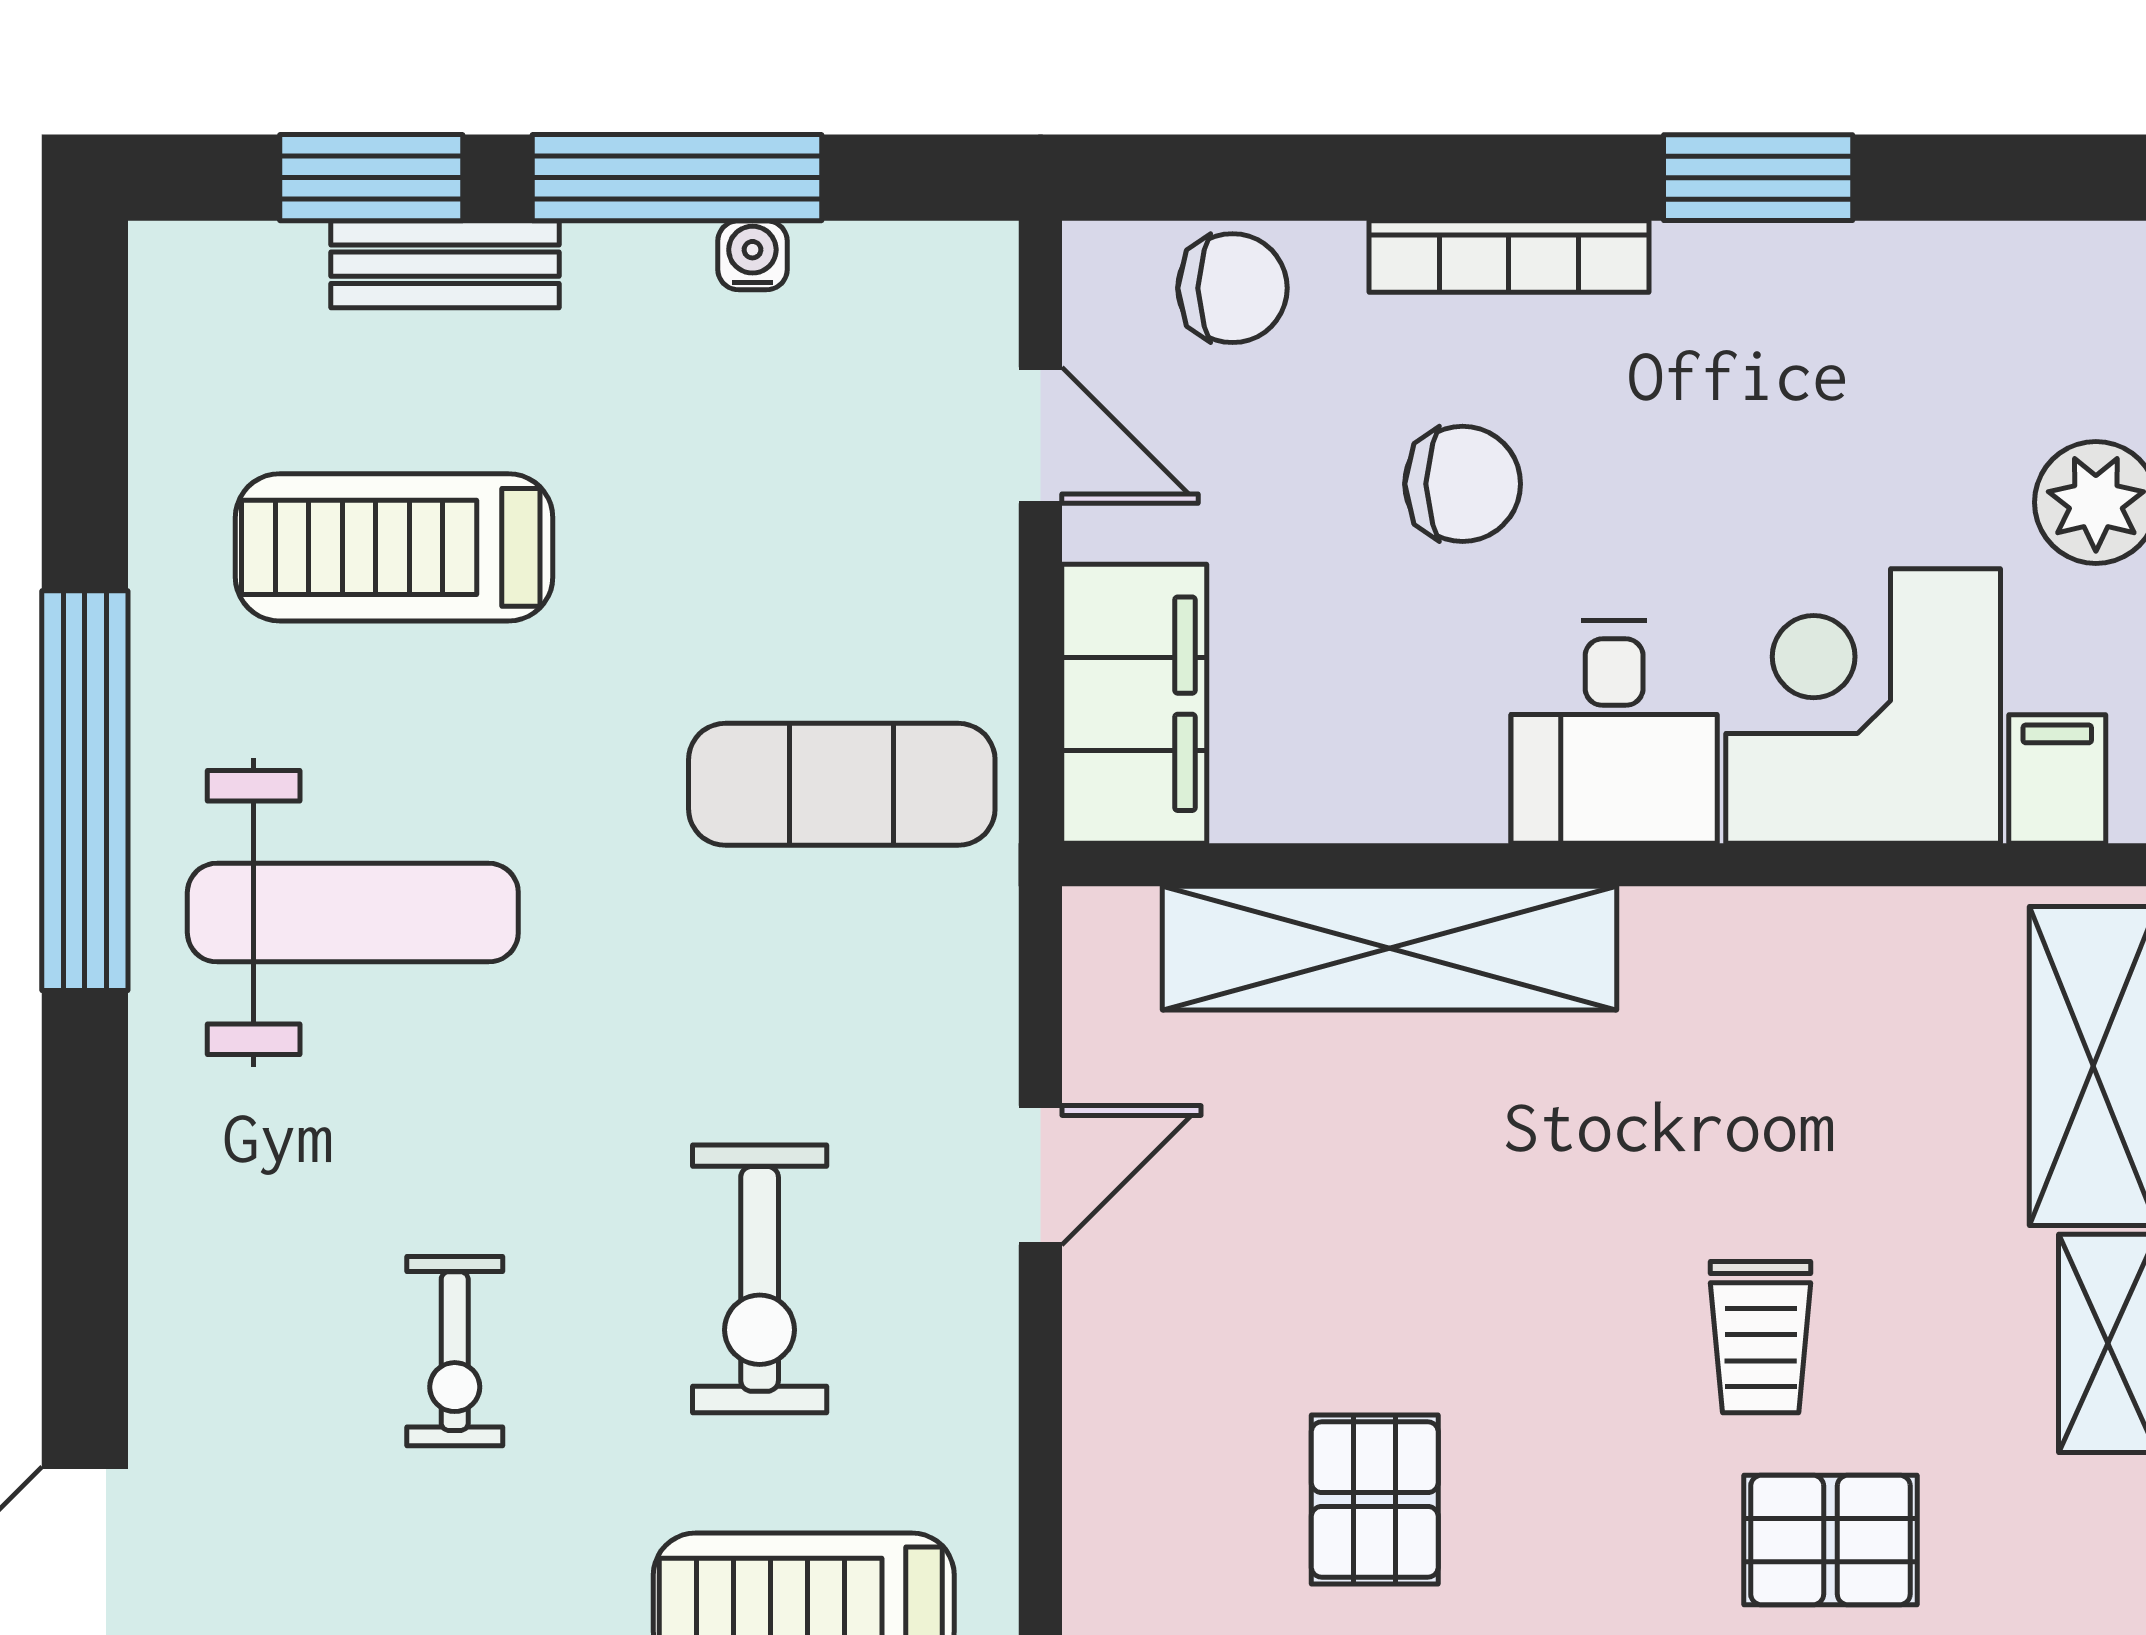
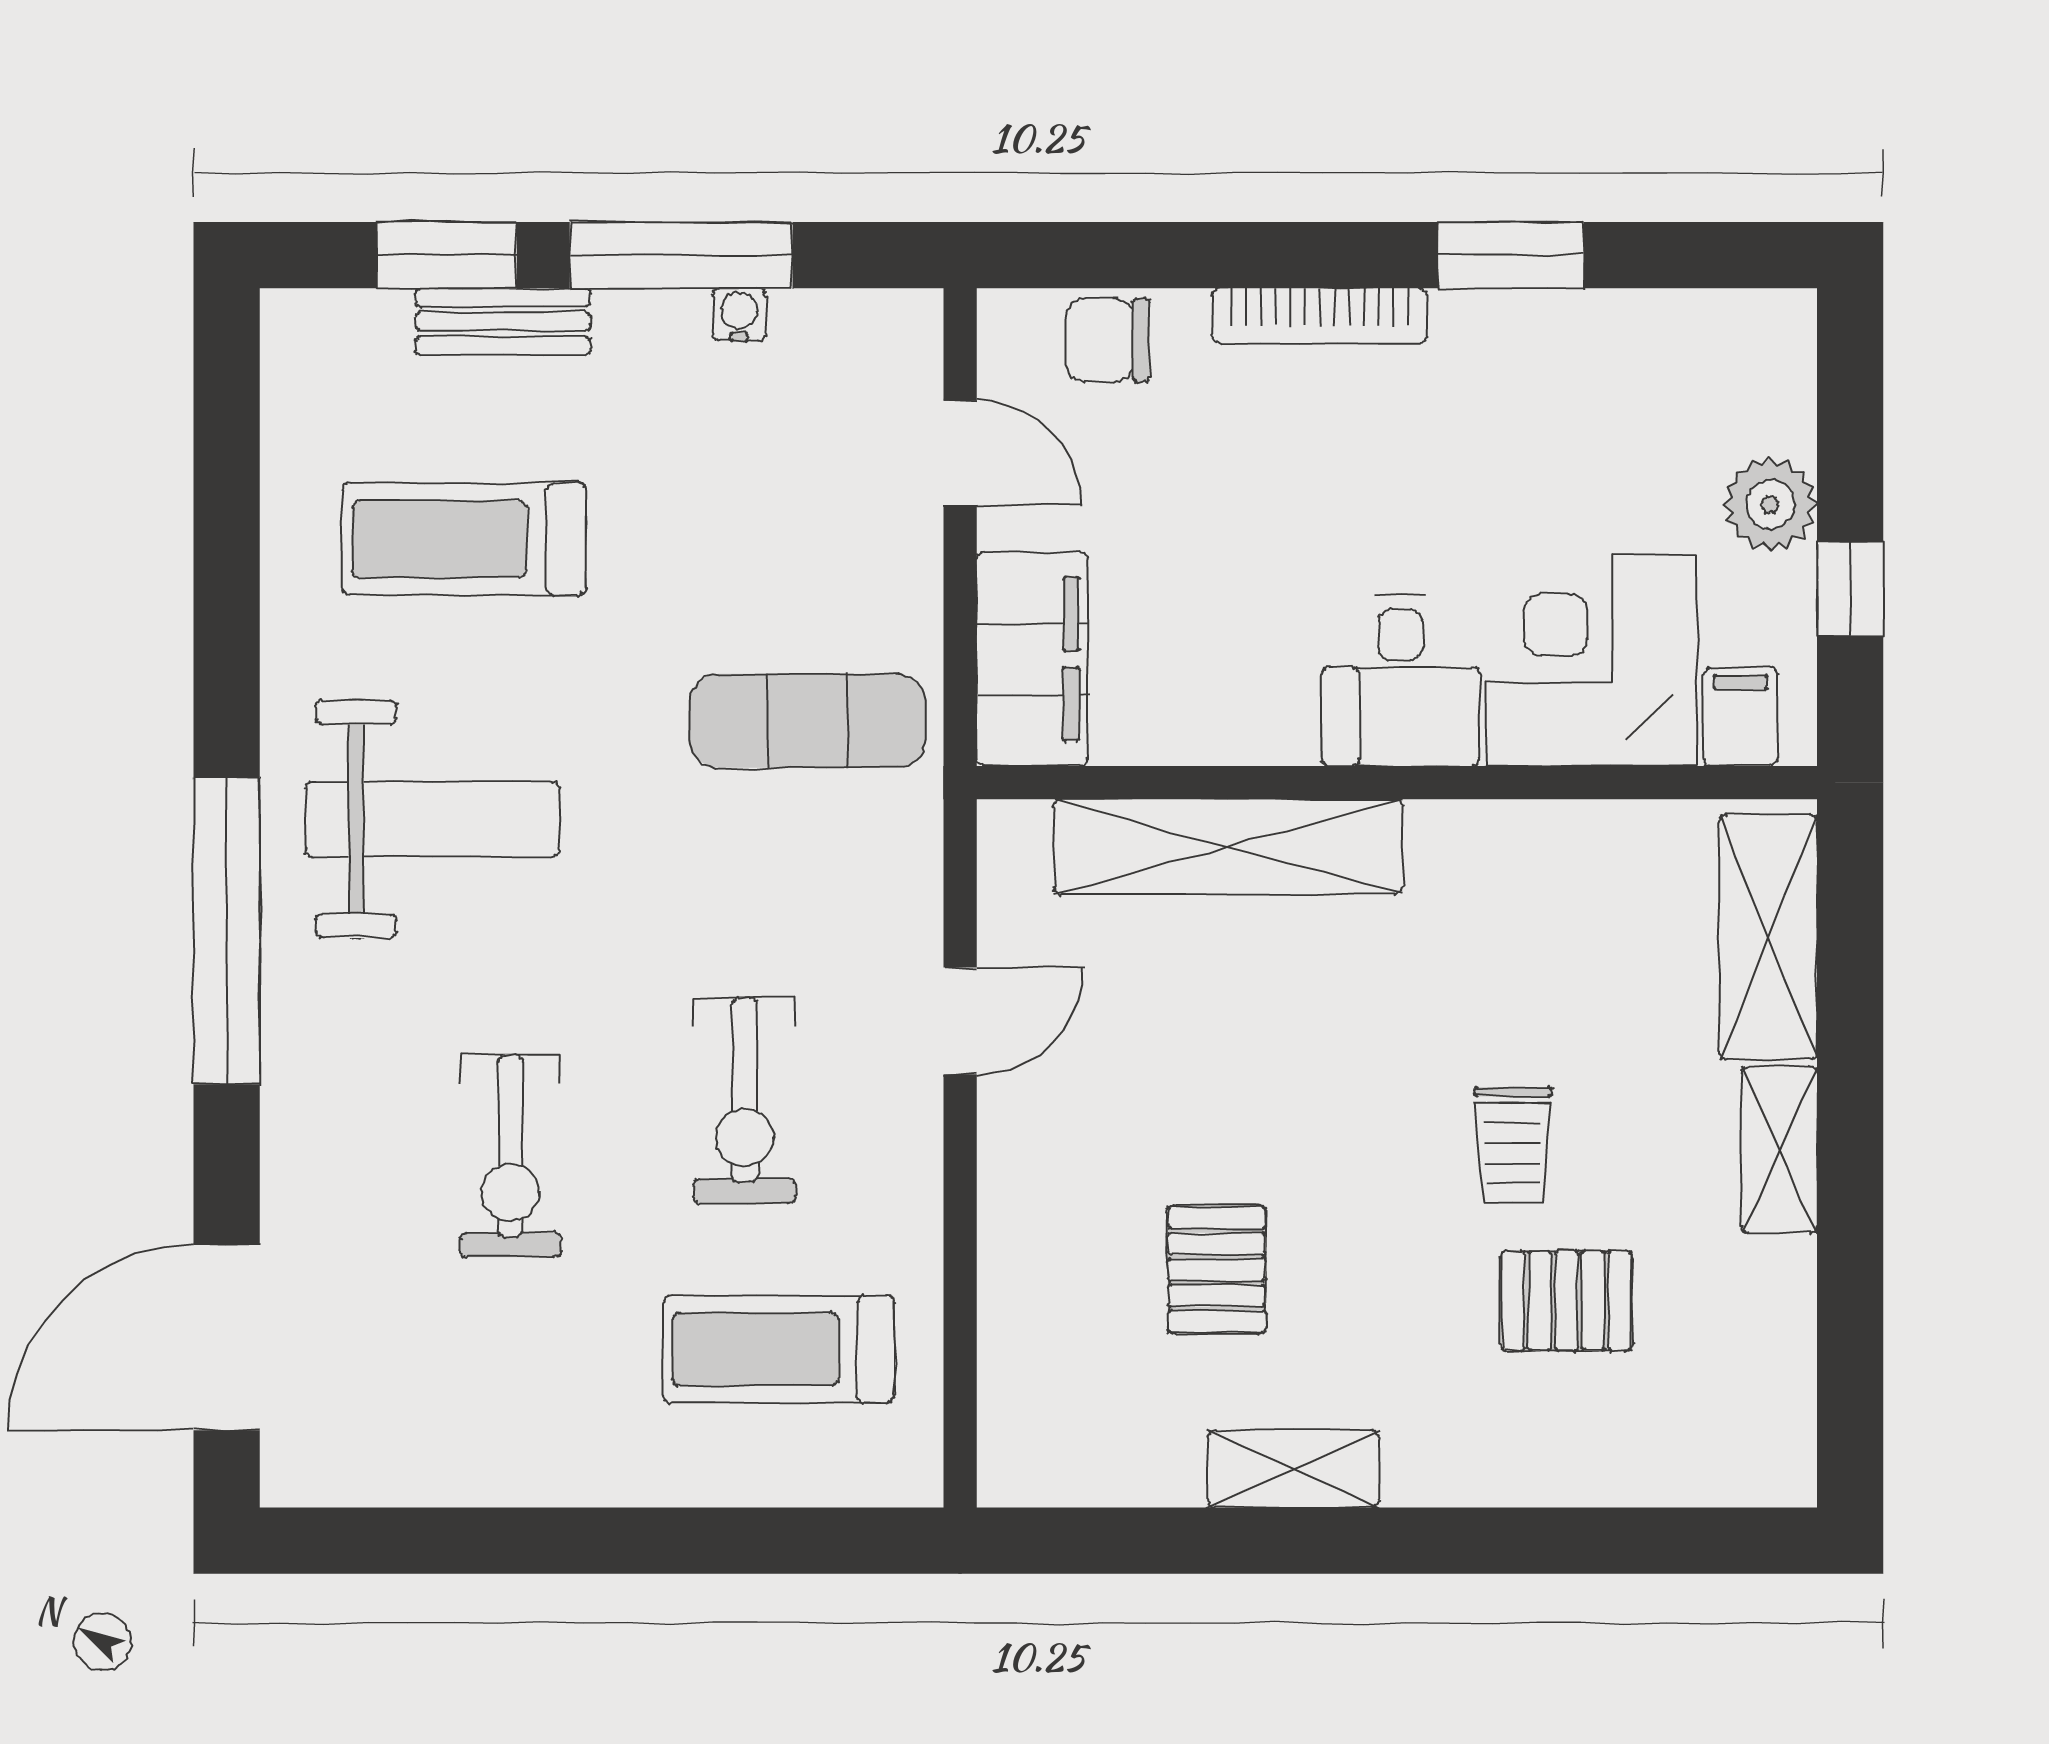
chair: (1233, 288) -> (1107, 340), turned 180
chair: (1463, 484) -> (1284, 490), removed
window: (85, 791) -> (227, 931), moved
exercise bike: (455, 1351) -> (510, 1156), width x1.38, depth x1.39

